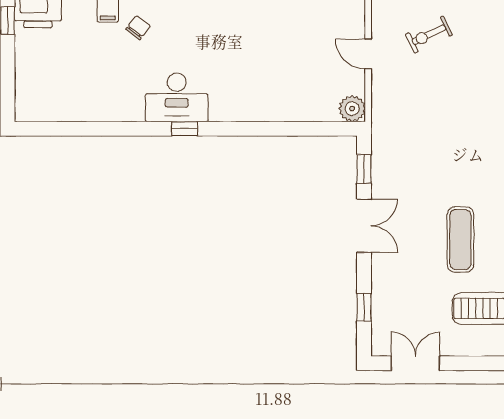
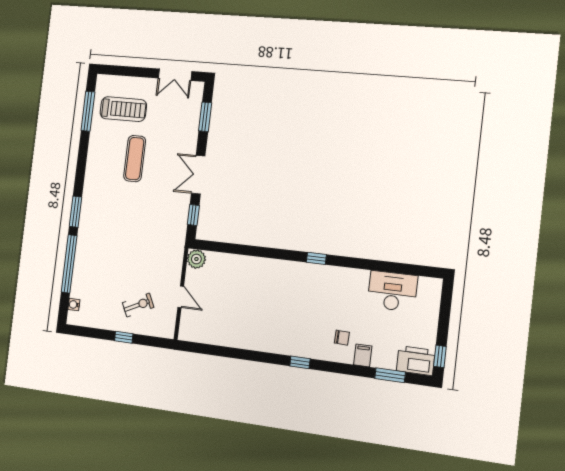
chair: (138, 28) -> (342, 338), turned -126
desk: (177, 97) -> (392, 291), moved
window: (364, 307) -> (205, 117), width x1.50

